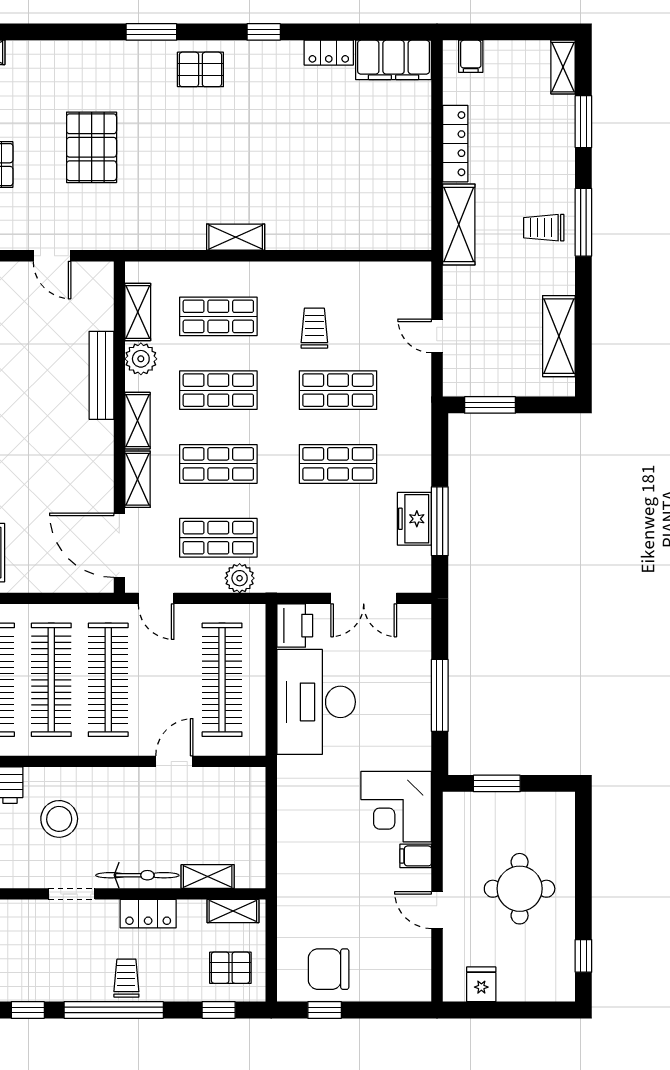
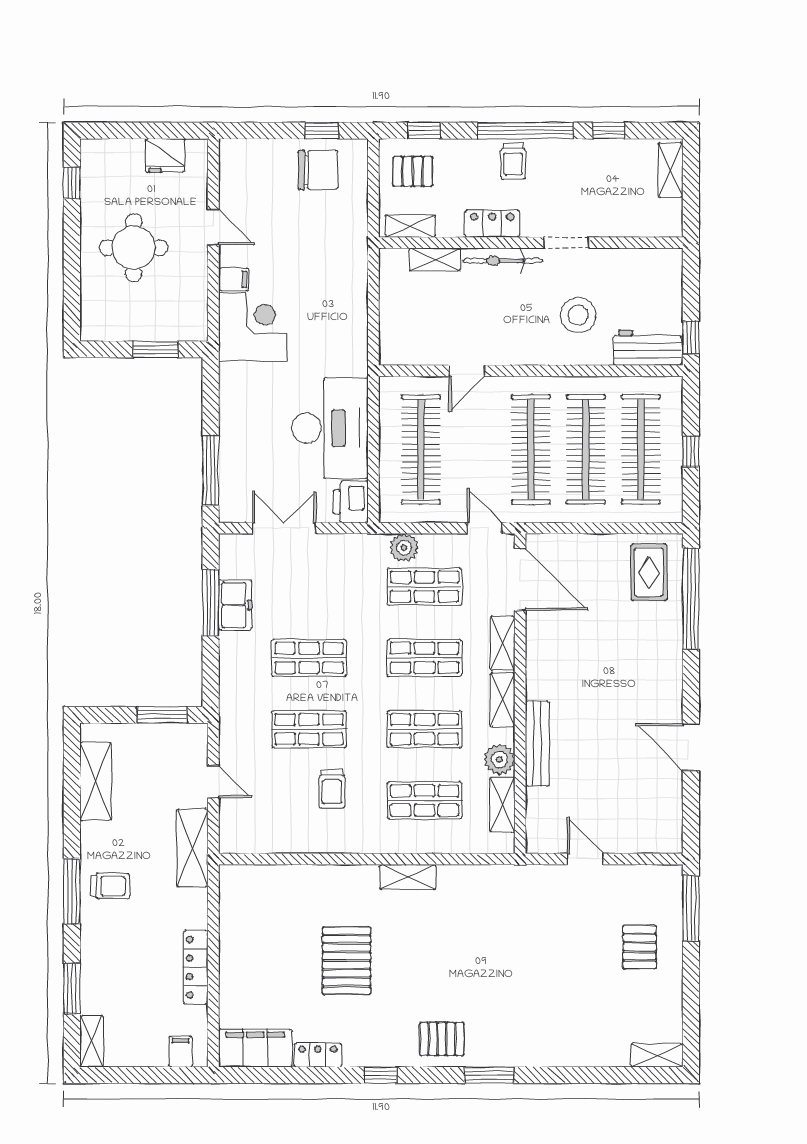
pallet: (92, 147) -> (347, 961), moved
shelving: (459, 224) -> (192, 848), moved
window: (440, 695) -> (211, 471), moved
fridge: (481, 984) -> (165, 155), width x1.38

